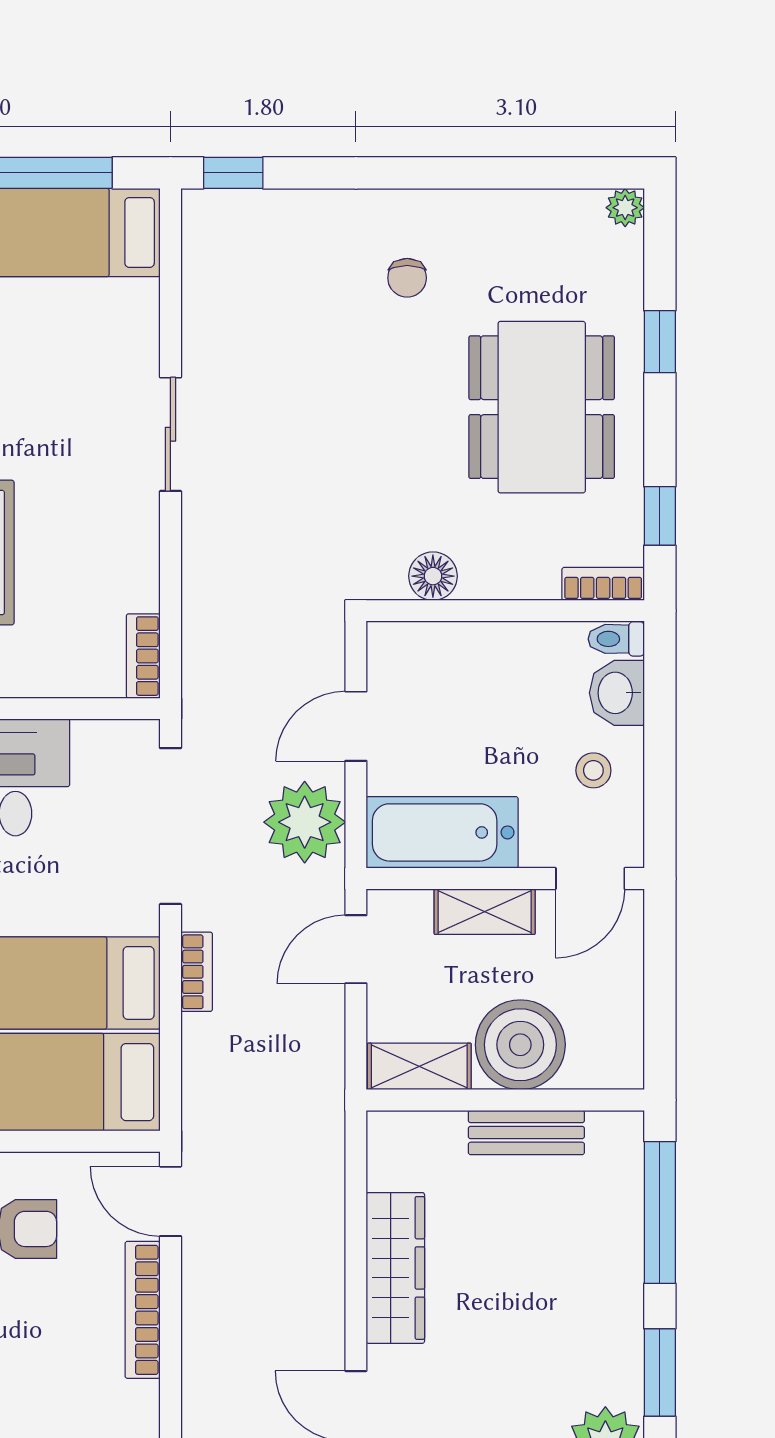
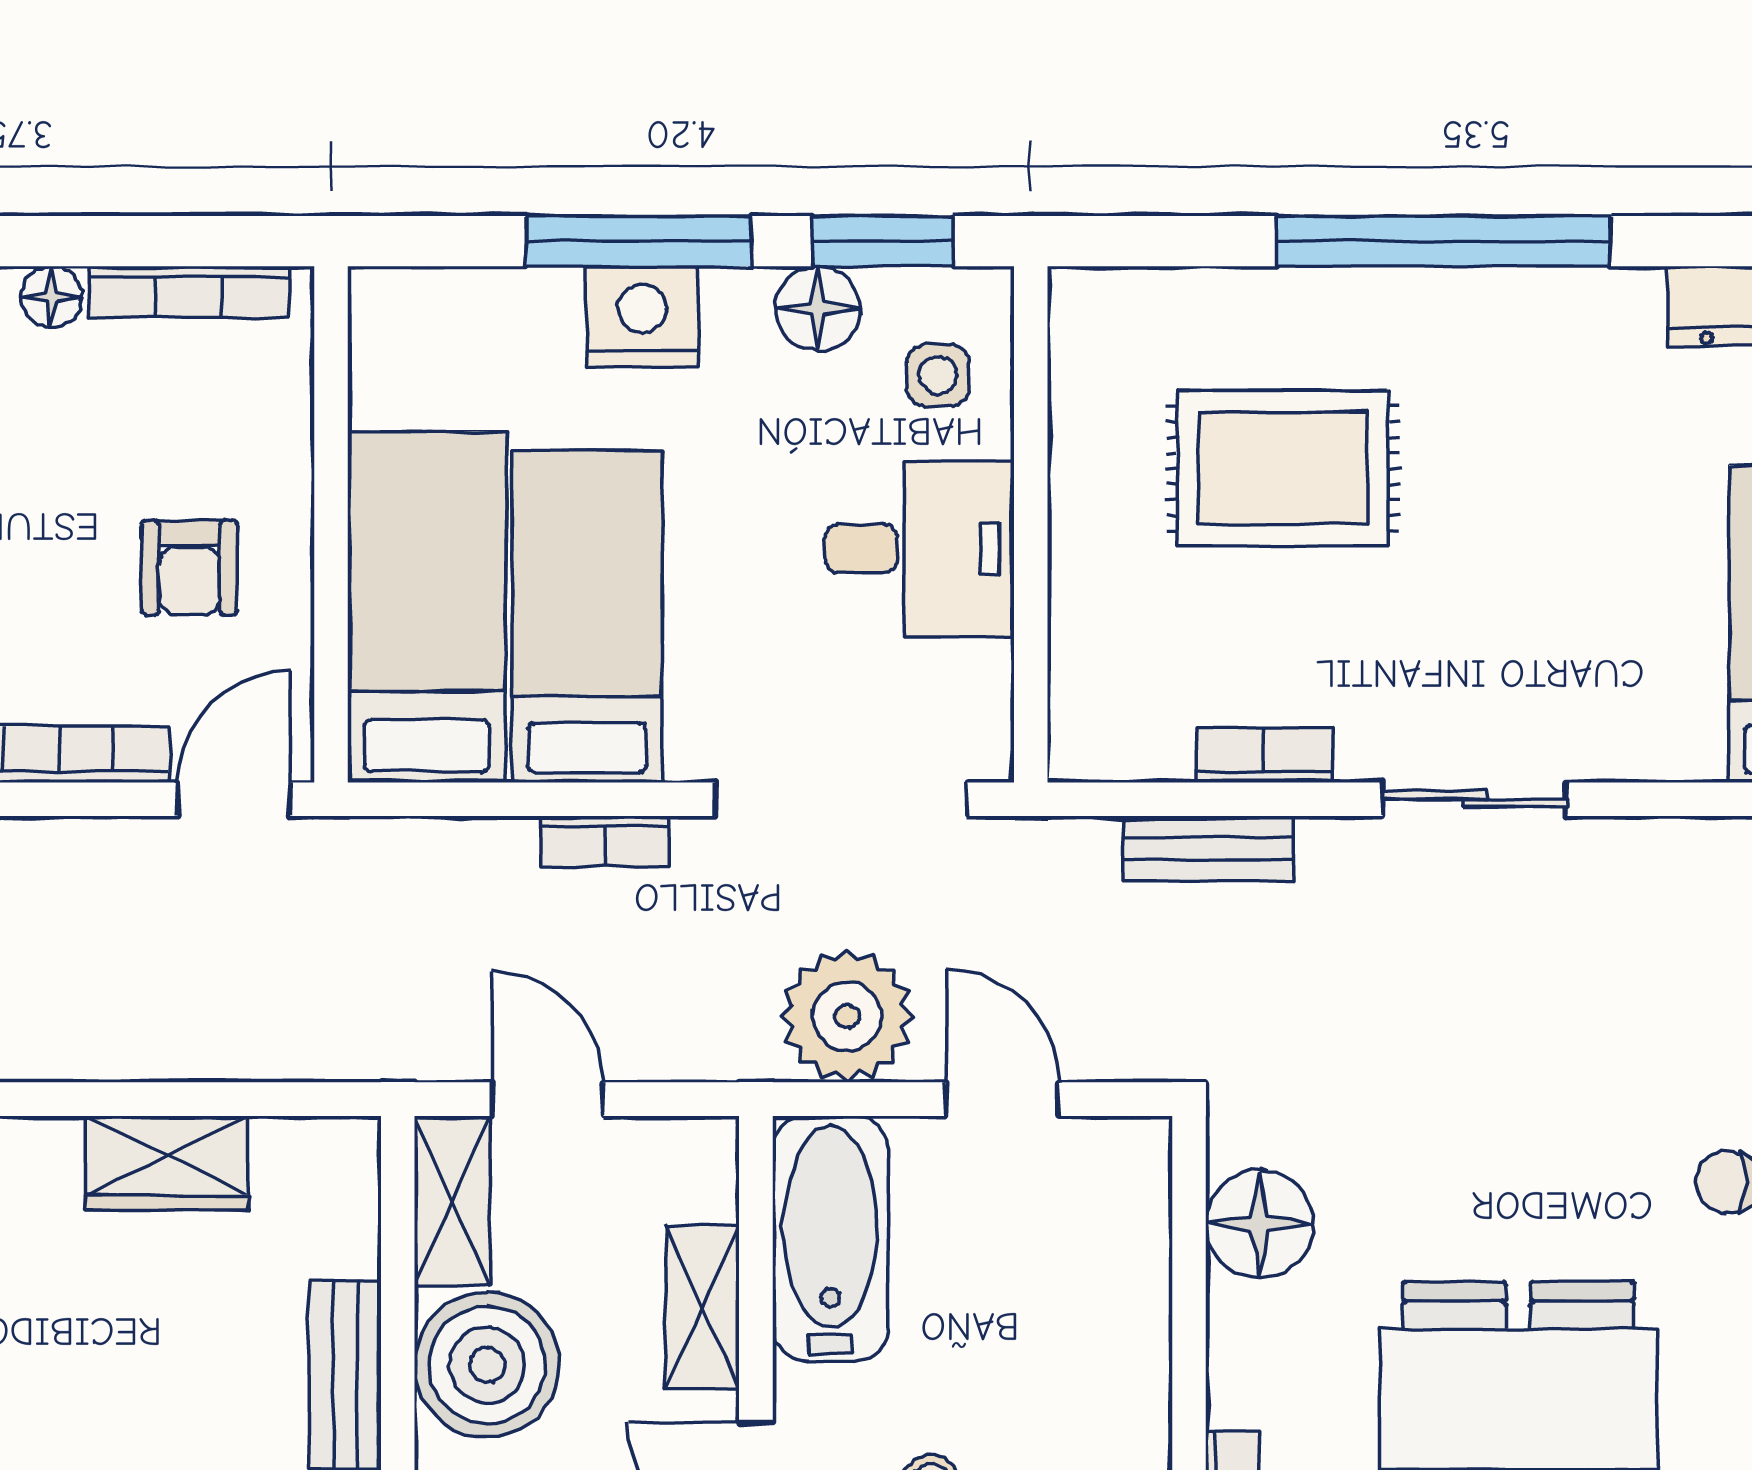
floor lamp: (433, 576) -> (1260, 1224), width x1.38, depth x1.38
bench: (201, 599) -> (1208, 849), added
bookcase: (143, 656) -> (1264, 755), moved
door: (356, 949) -> (548, 1099), moved
wardrobe: (395, 1268) -> (167, 1163), width x0.67

